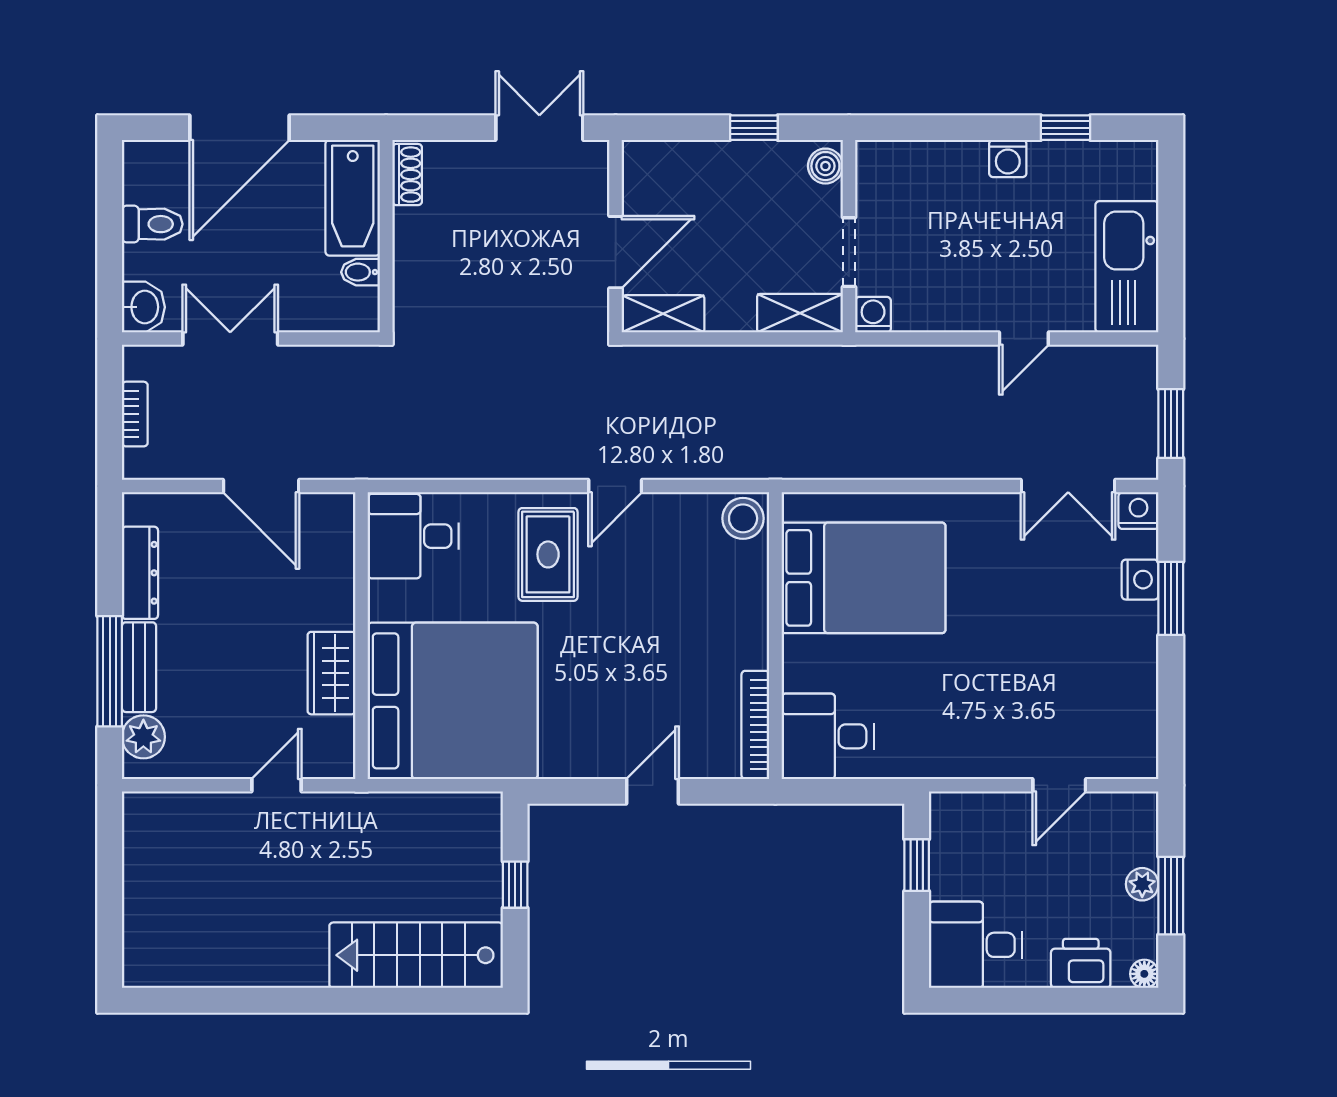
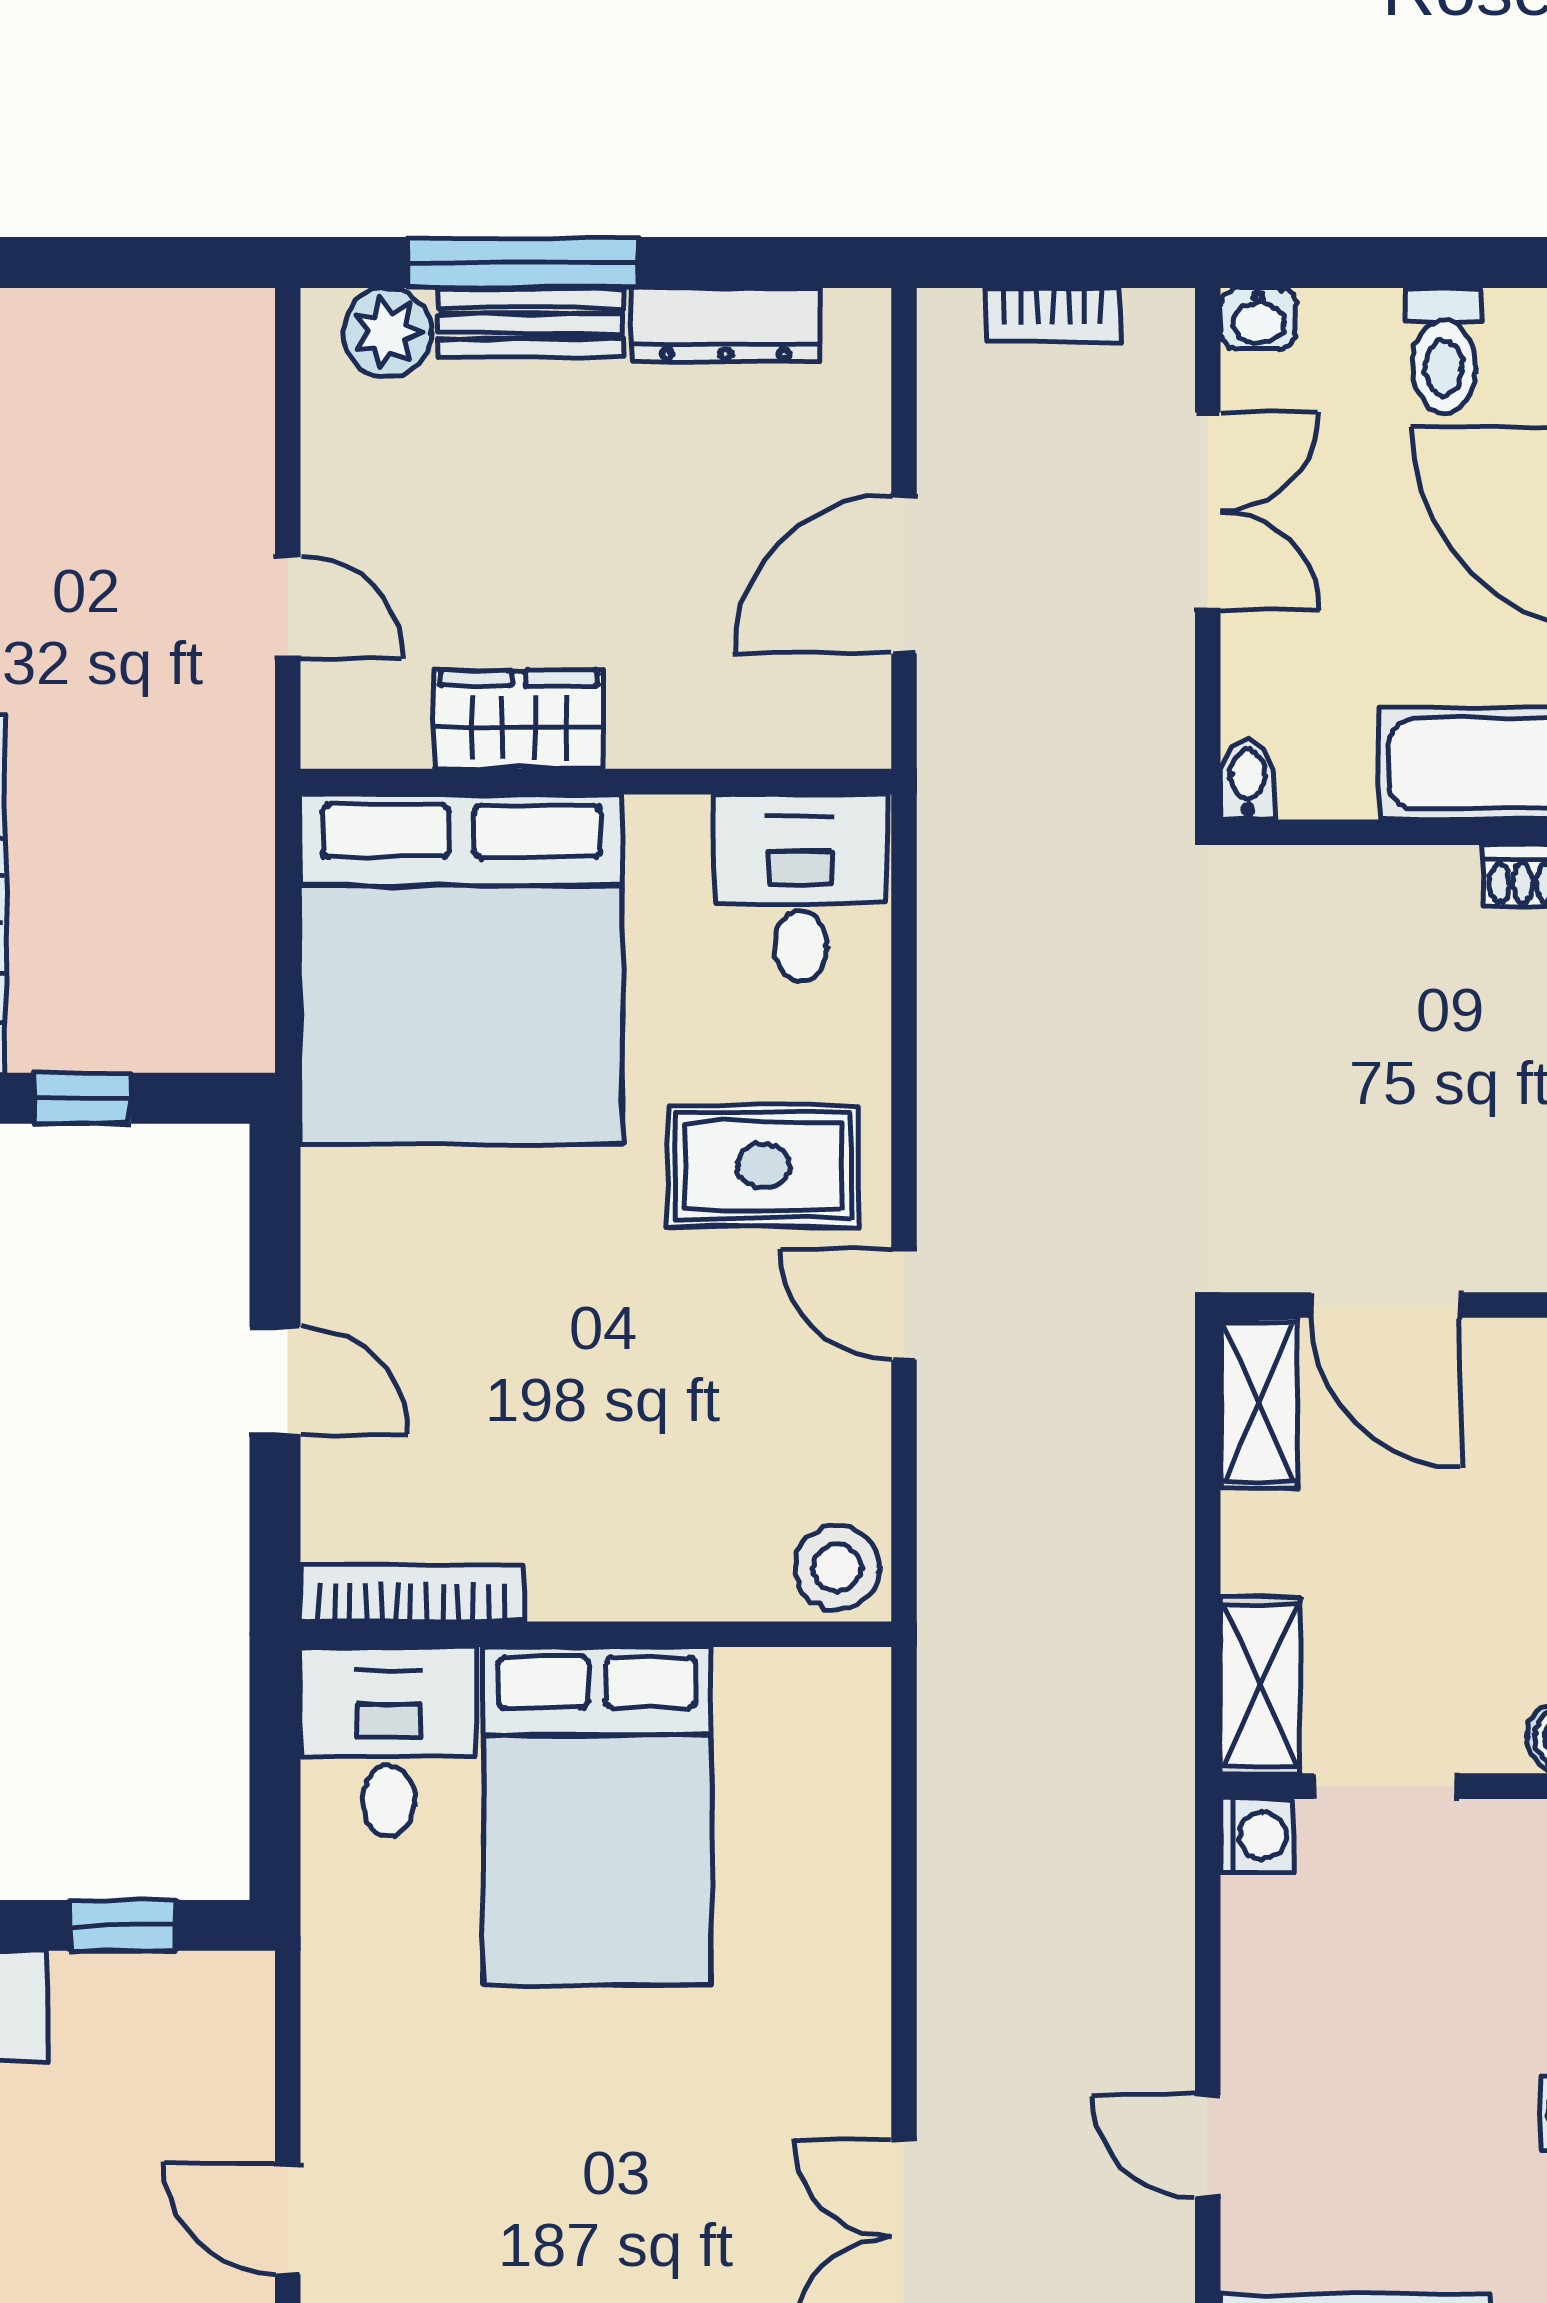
bidet: (361, 272) -> (1248, 780), moved
washbasin: (143, 307) -> (1258, 319), width x0.72, depth x0.69
bed: (863, 578) -> (597, 1816), moved

